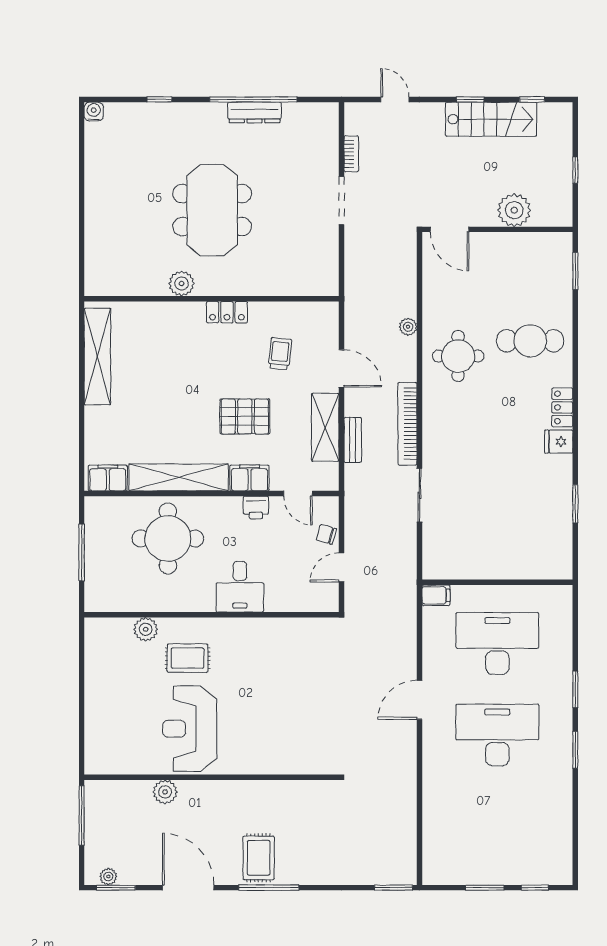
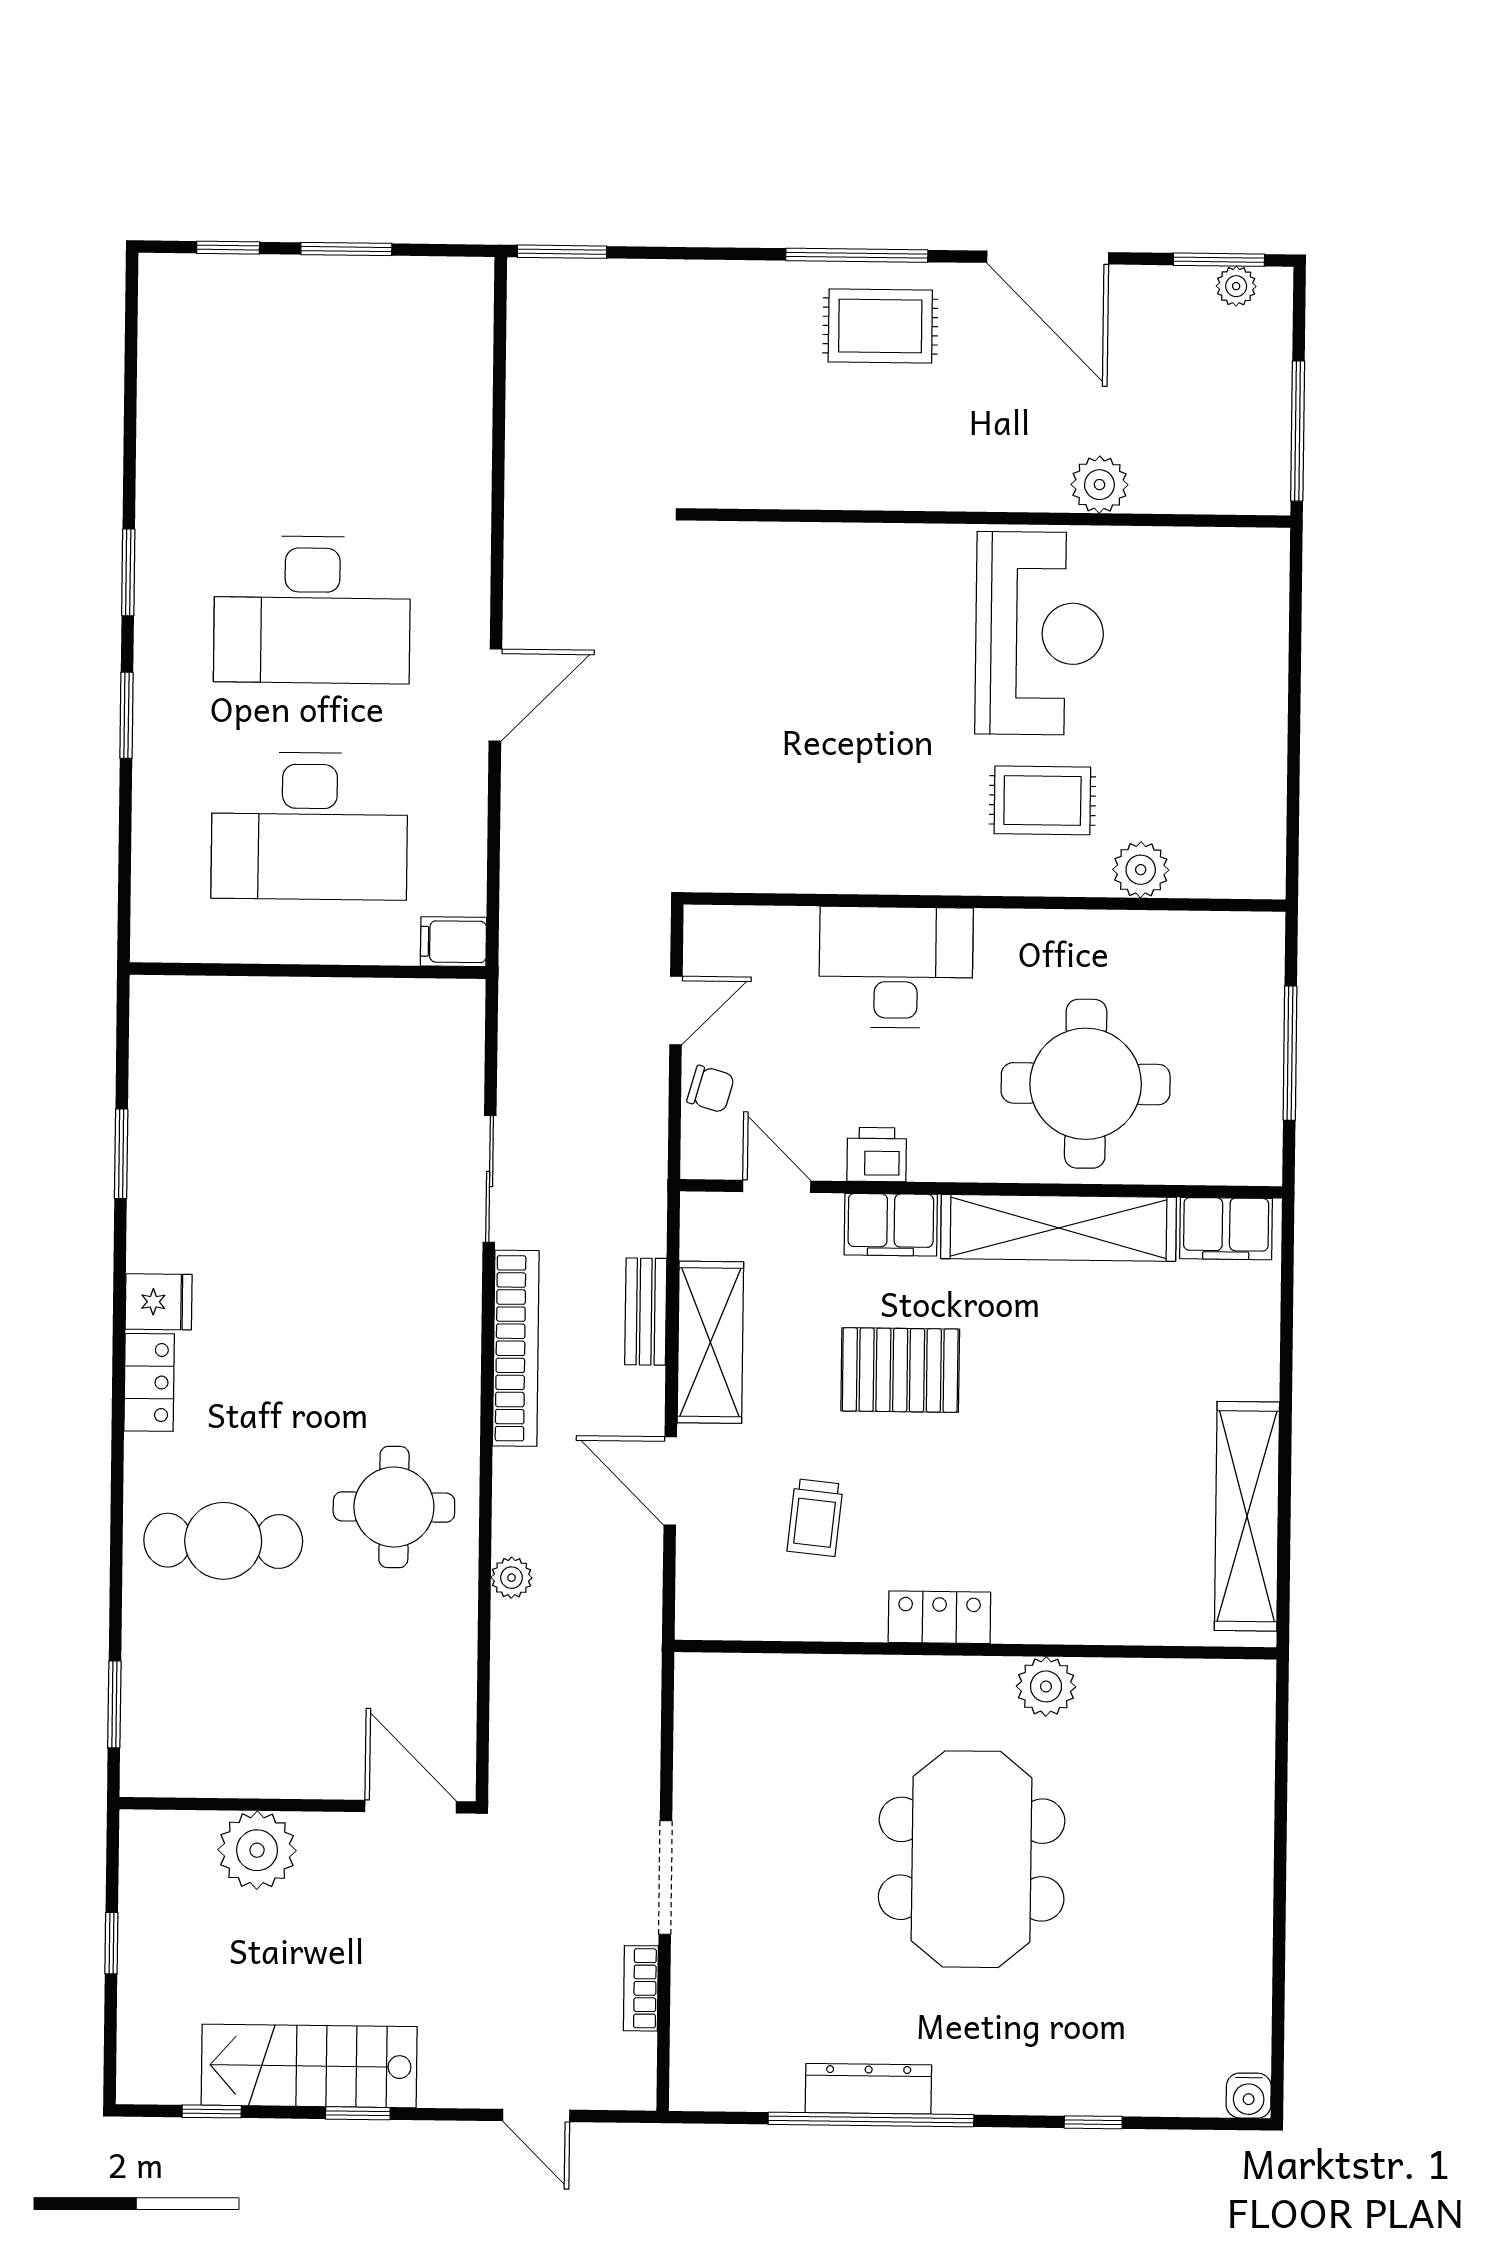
desk: (240, 587) -> (896, 967), width x1.37
rug: (259, 858) -> (880, 326), turned 90

